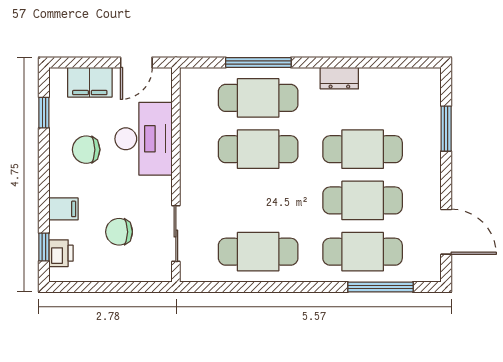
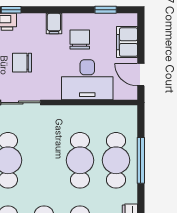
filing cabinet: (63, 209) -> (54, 24), moved
chair: (119, 232) -> (22, 63), turned -90

